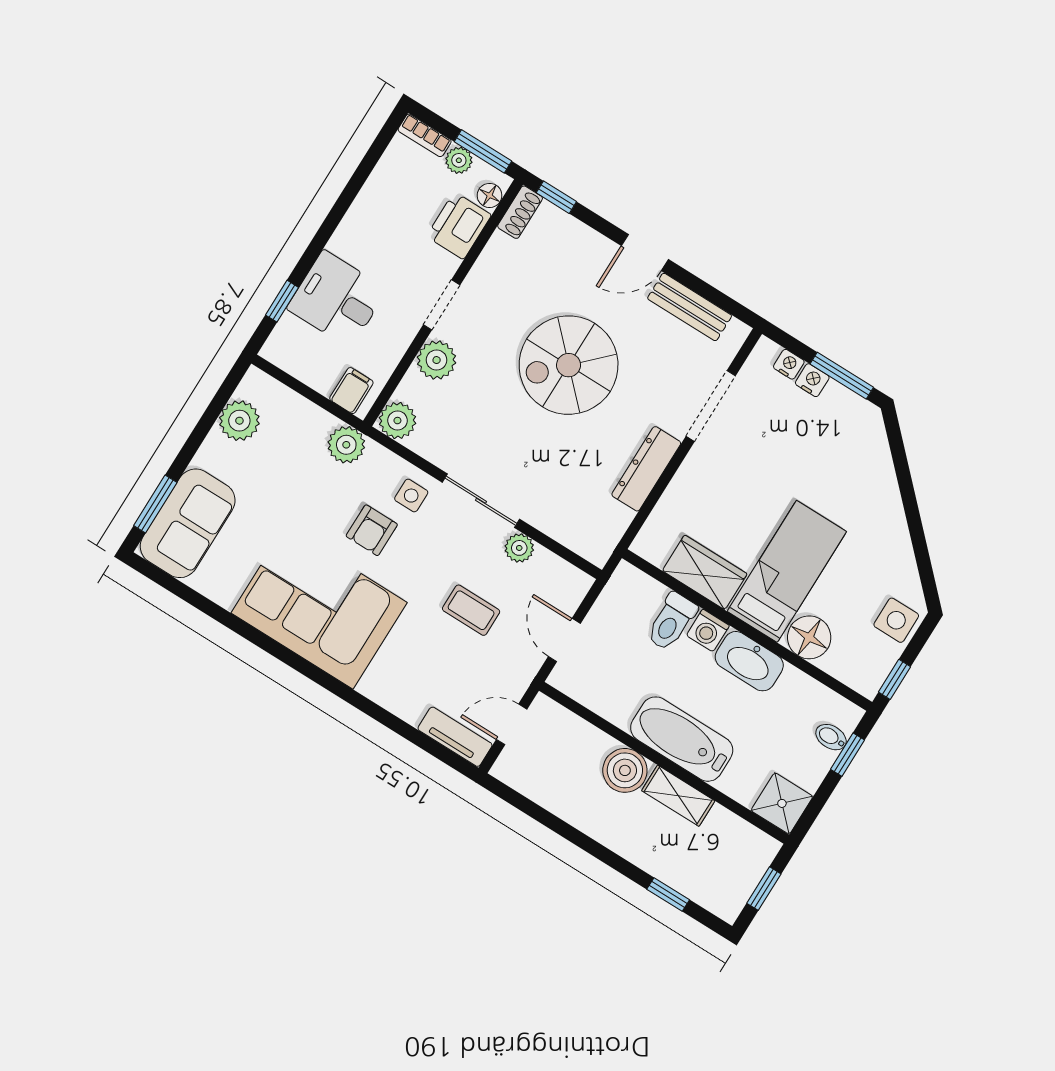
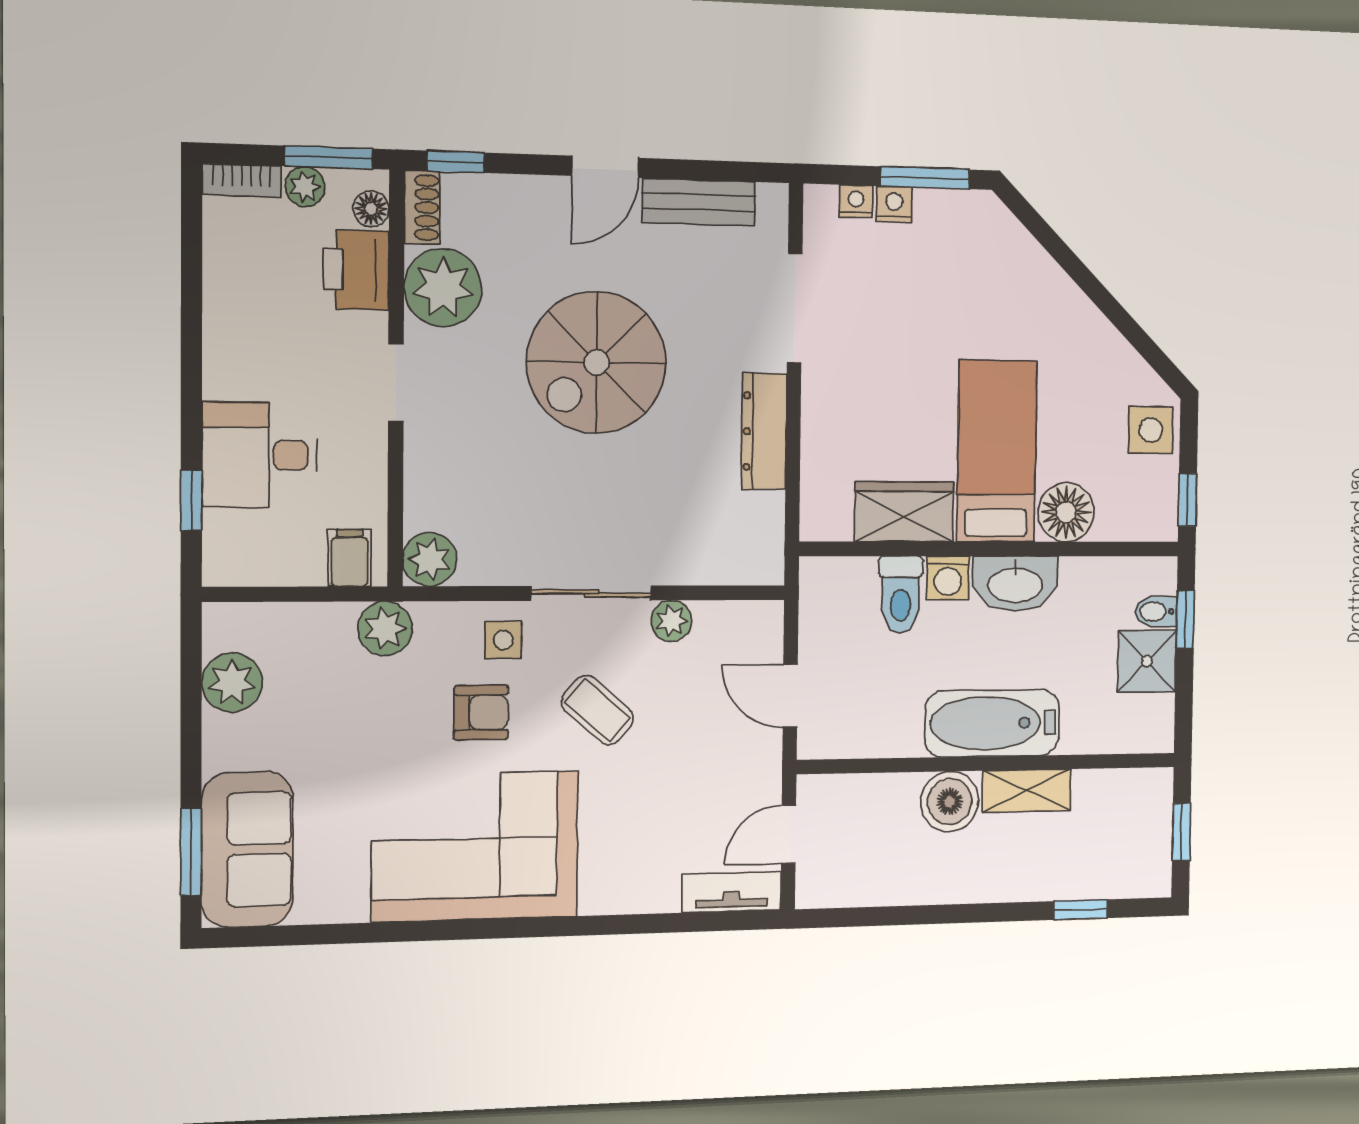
plant: (437, 360) -> (443, 288), moved, width x1.36, depth x1.36
armchair: (372, 530) -> (481, 713), turned -90
coffee table: (471, 610) -> (597, 710), moved, turned 41
shower: (782, 803) -> (1147, 661), moved

